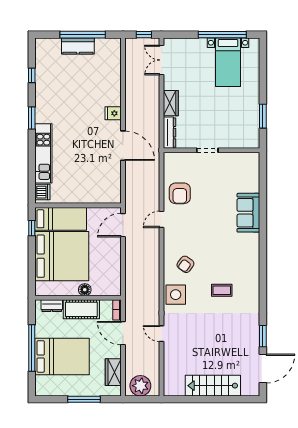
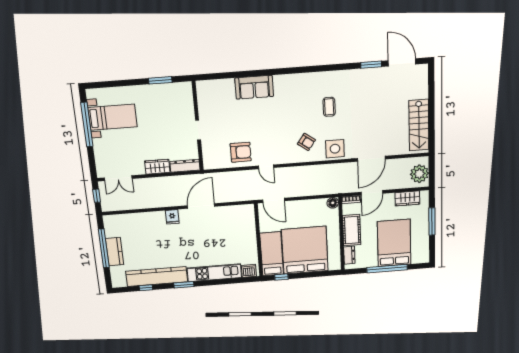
kitchen counter: (44, 89) -> (157, 277), added
floor lamp: (85, 290) -> (333, 203), moved
door: (161, 334) -> (371, 159), width x1.88
stairs: (213, 386) -> (419, 125), moved

